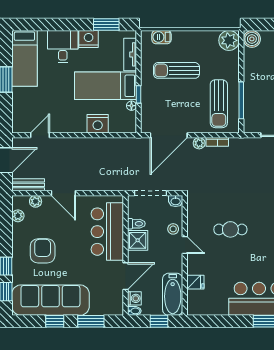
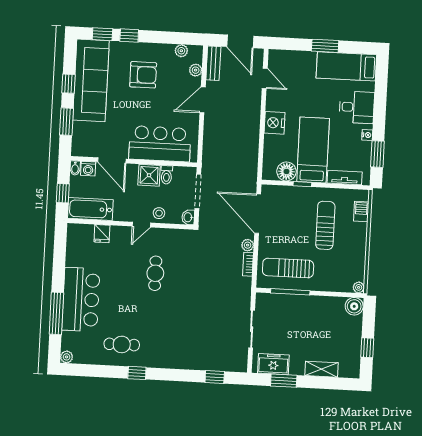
nightstand: (89, 39) -> (367, 135), width x0.53, depth x0.56
plant: (229, 40) -> (359, 287), width x0.53, depth x0.53
floor lamp: (131, 106) -> (286, 171), width x1.89, depth x1.89
nightstand: (98, 124) -> (275, 123), moved

